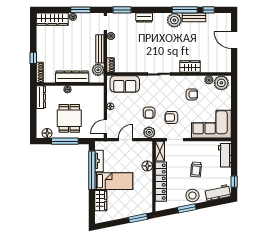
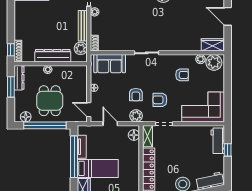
window: (33, 58) -> (11, 50), moved
wardrobe: (190, 67) -> (212, 45), moved
window: (33, 105) -> (11, 87), added
door: (105, 127) -> (89, 110), hinge flipped
door: (125, 140) -> (110, 124), hinge flipped
window: (65, 141) -> (45, 125), width x1.46
floor lamp: (147, 166) -> (134, 135), moved
trolley: (196, 169) -> (187, 156), removed
window: (234, 182) -> (228, 150), moved

